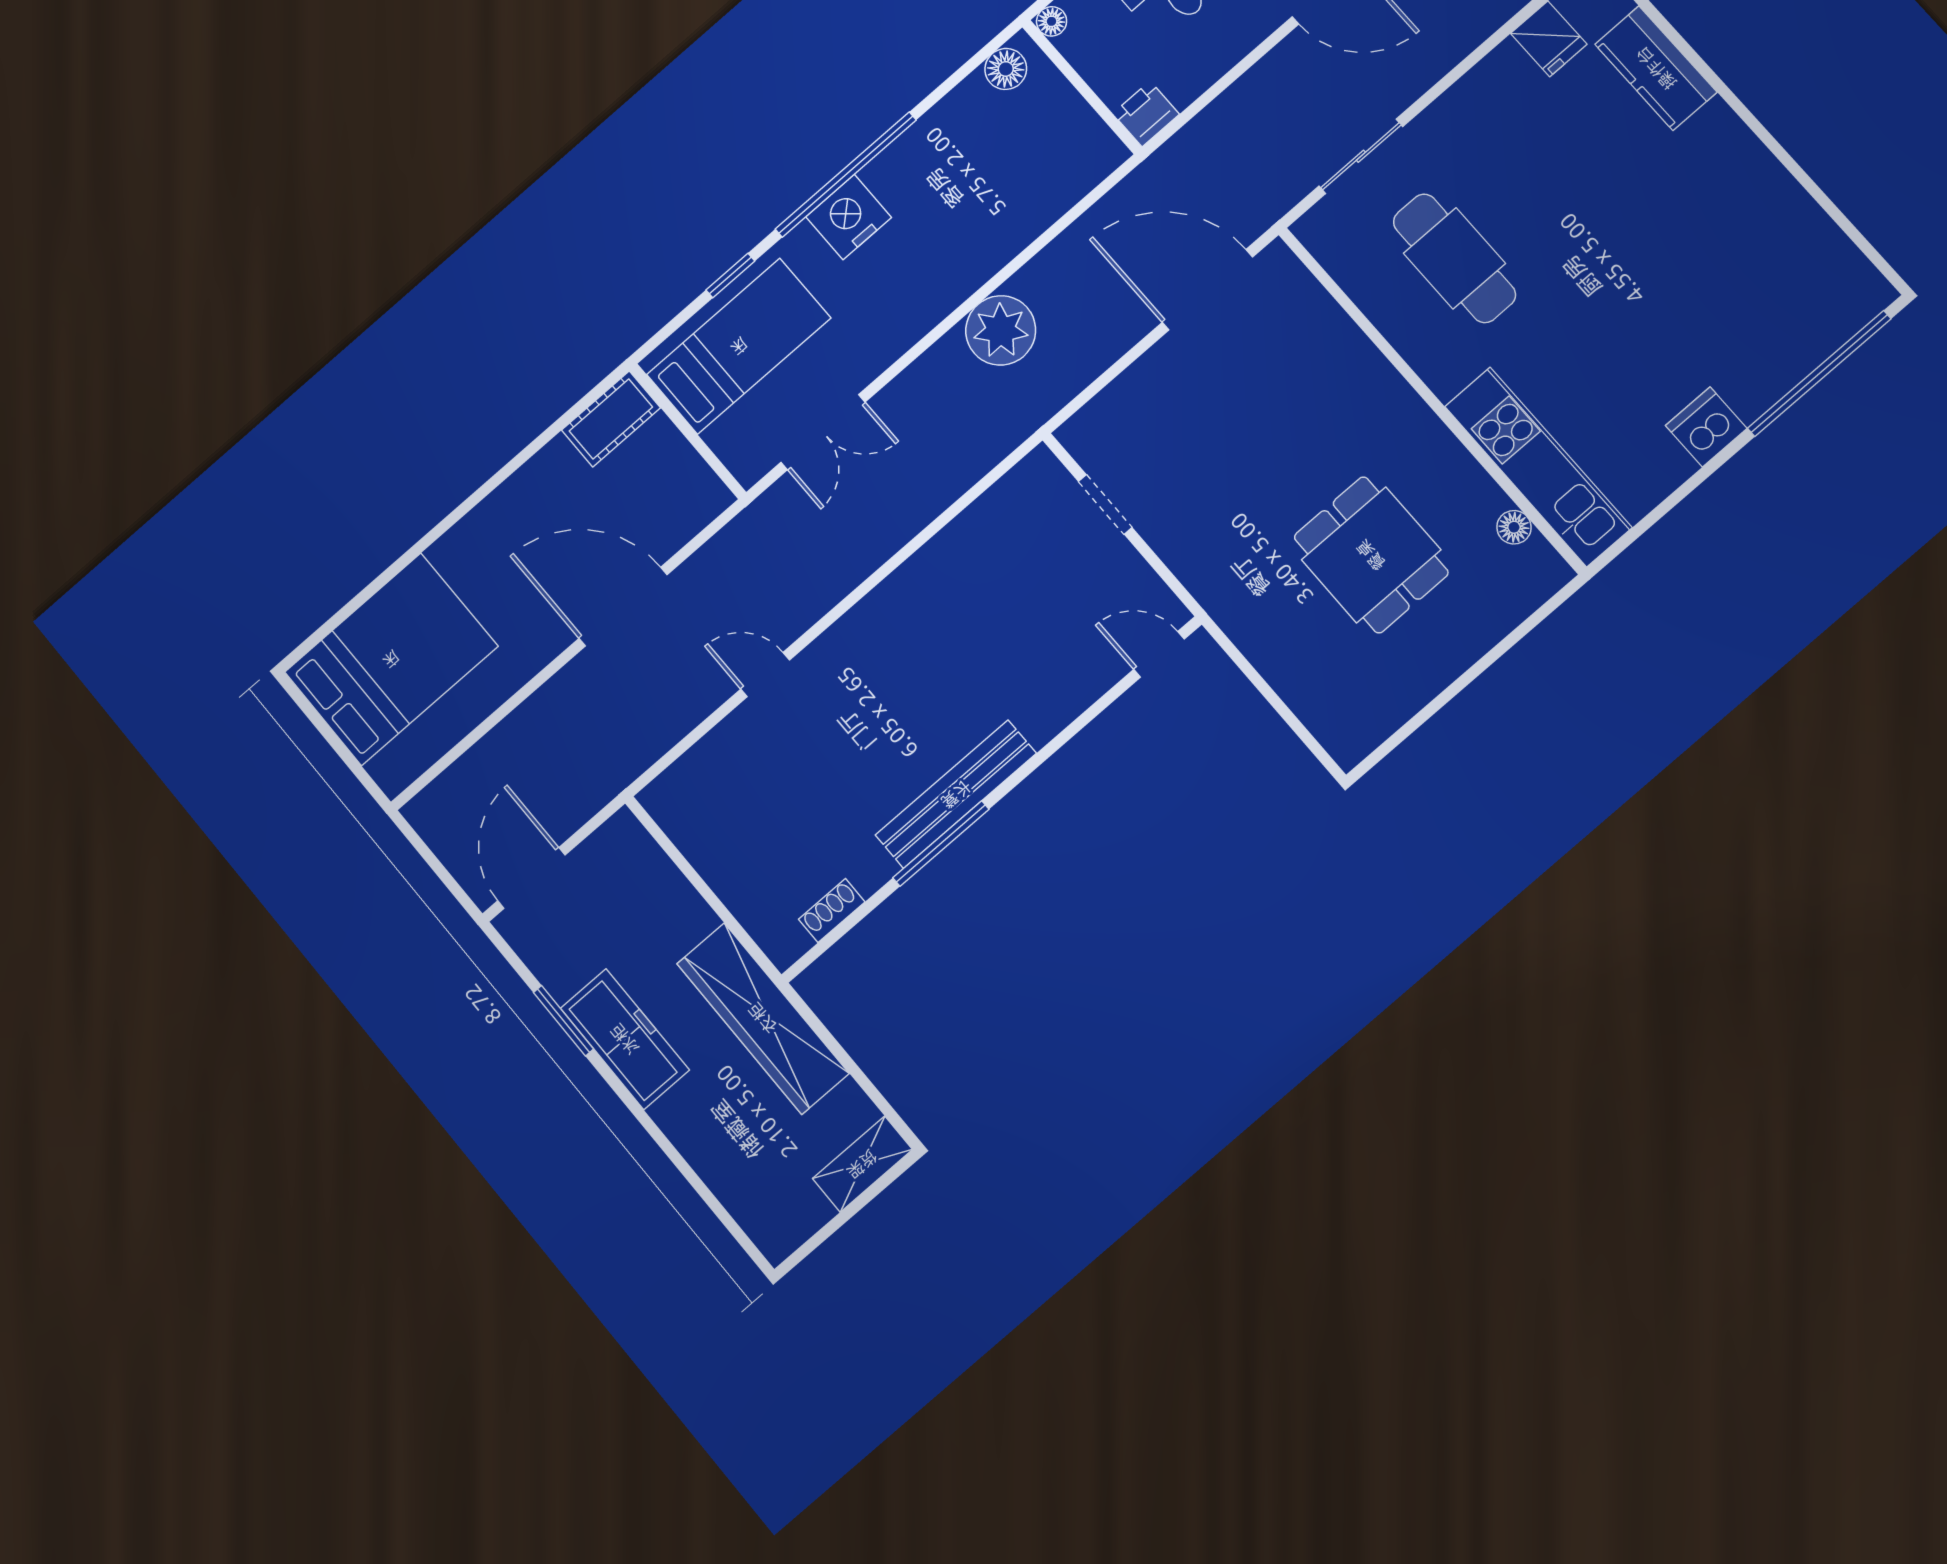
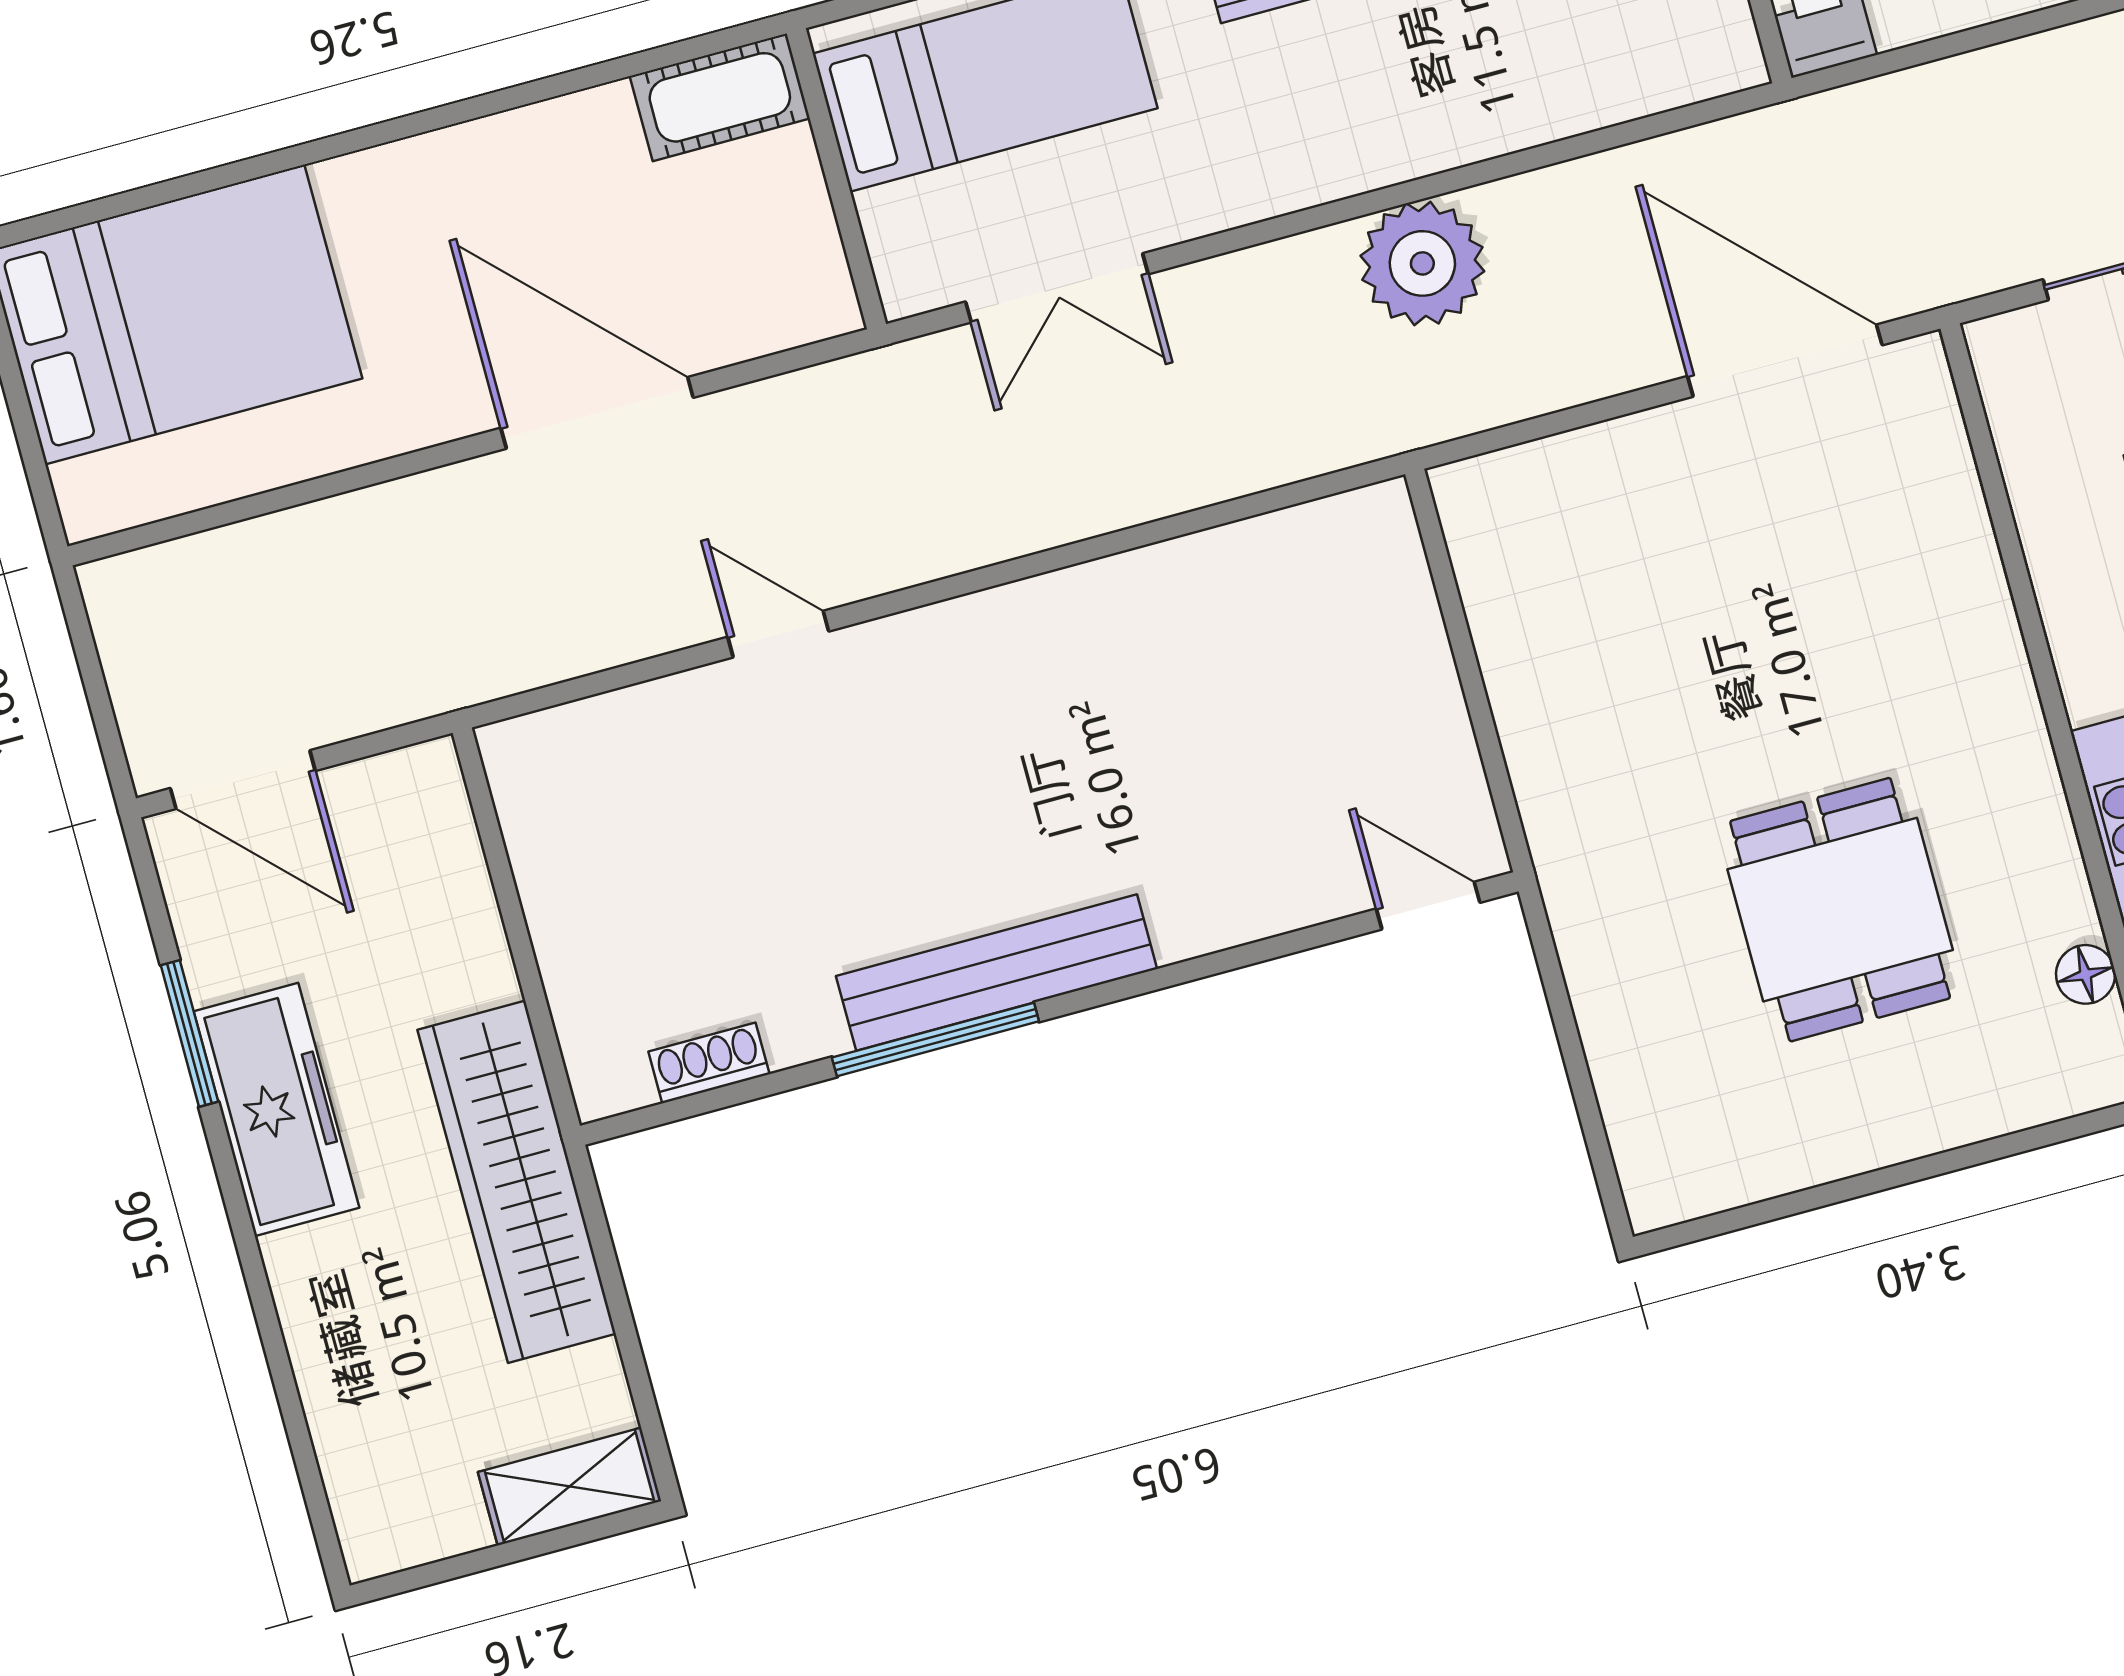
doorway: (1105, 505) -> (1457, 626), removed
door: (531, 878) -> (243, 780), swing flipped

